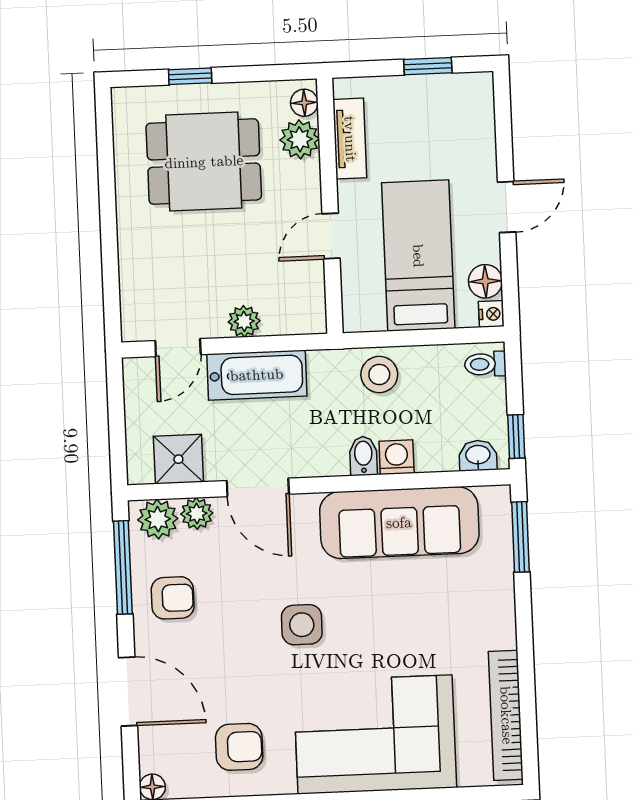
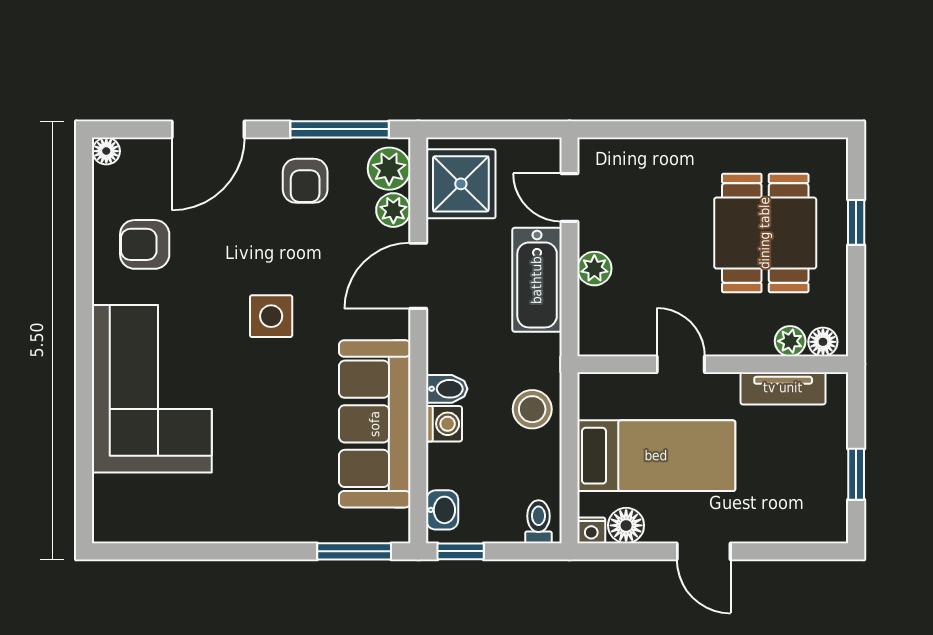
plant: (300, 139) -> (790, 341), width x0.73, depth x0.73
shower: (178, 459) -> (461, 184), width x1.36, depth x1.36
bookcase: (506, 715) -> (166, 528), removed
armchair: (239, 747) -> (145, 244), turned 90

